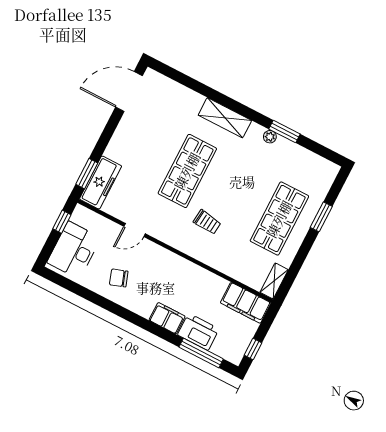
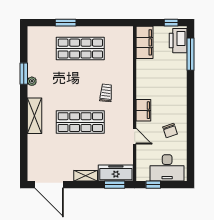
shelving: (274, 281) -> (86, 176), moved
filing cabinet: (167, 318) -> (143, 110), moved, turned 180
printer: (198, 332) -> (178, 41), moved

